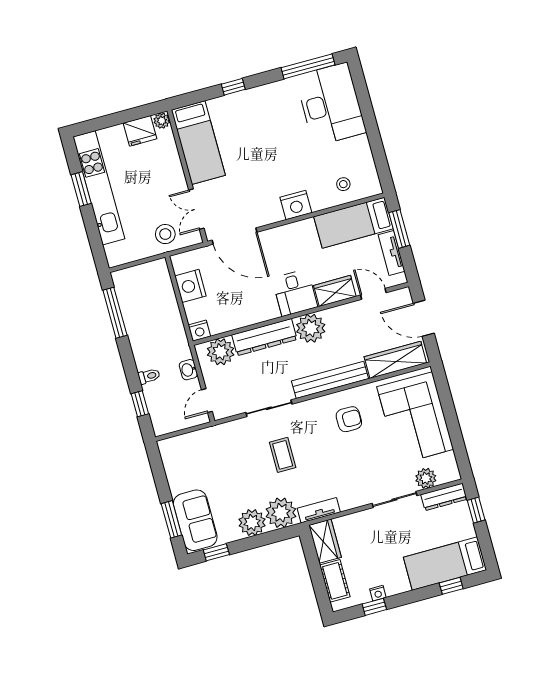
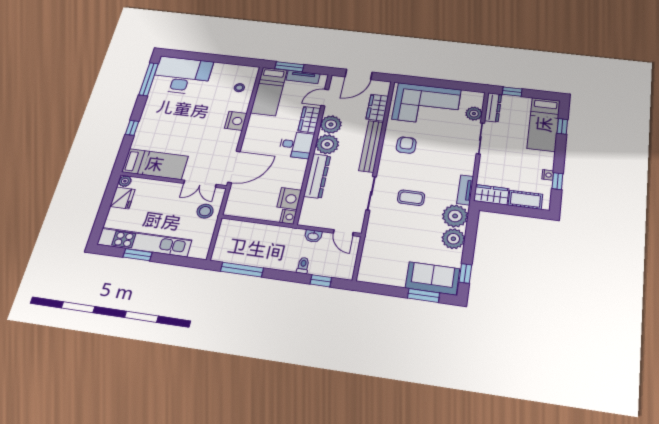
nightstand: (190, 286) -> (289, 199), moved, turned -90
plant: (221, 352) -> (331, 124), moved
wardrobe: (395, 360) -> (377, 108), width x0.67

